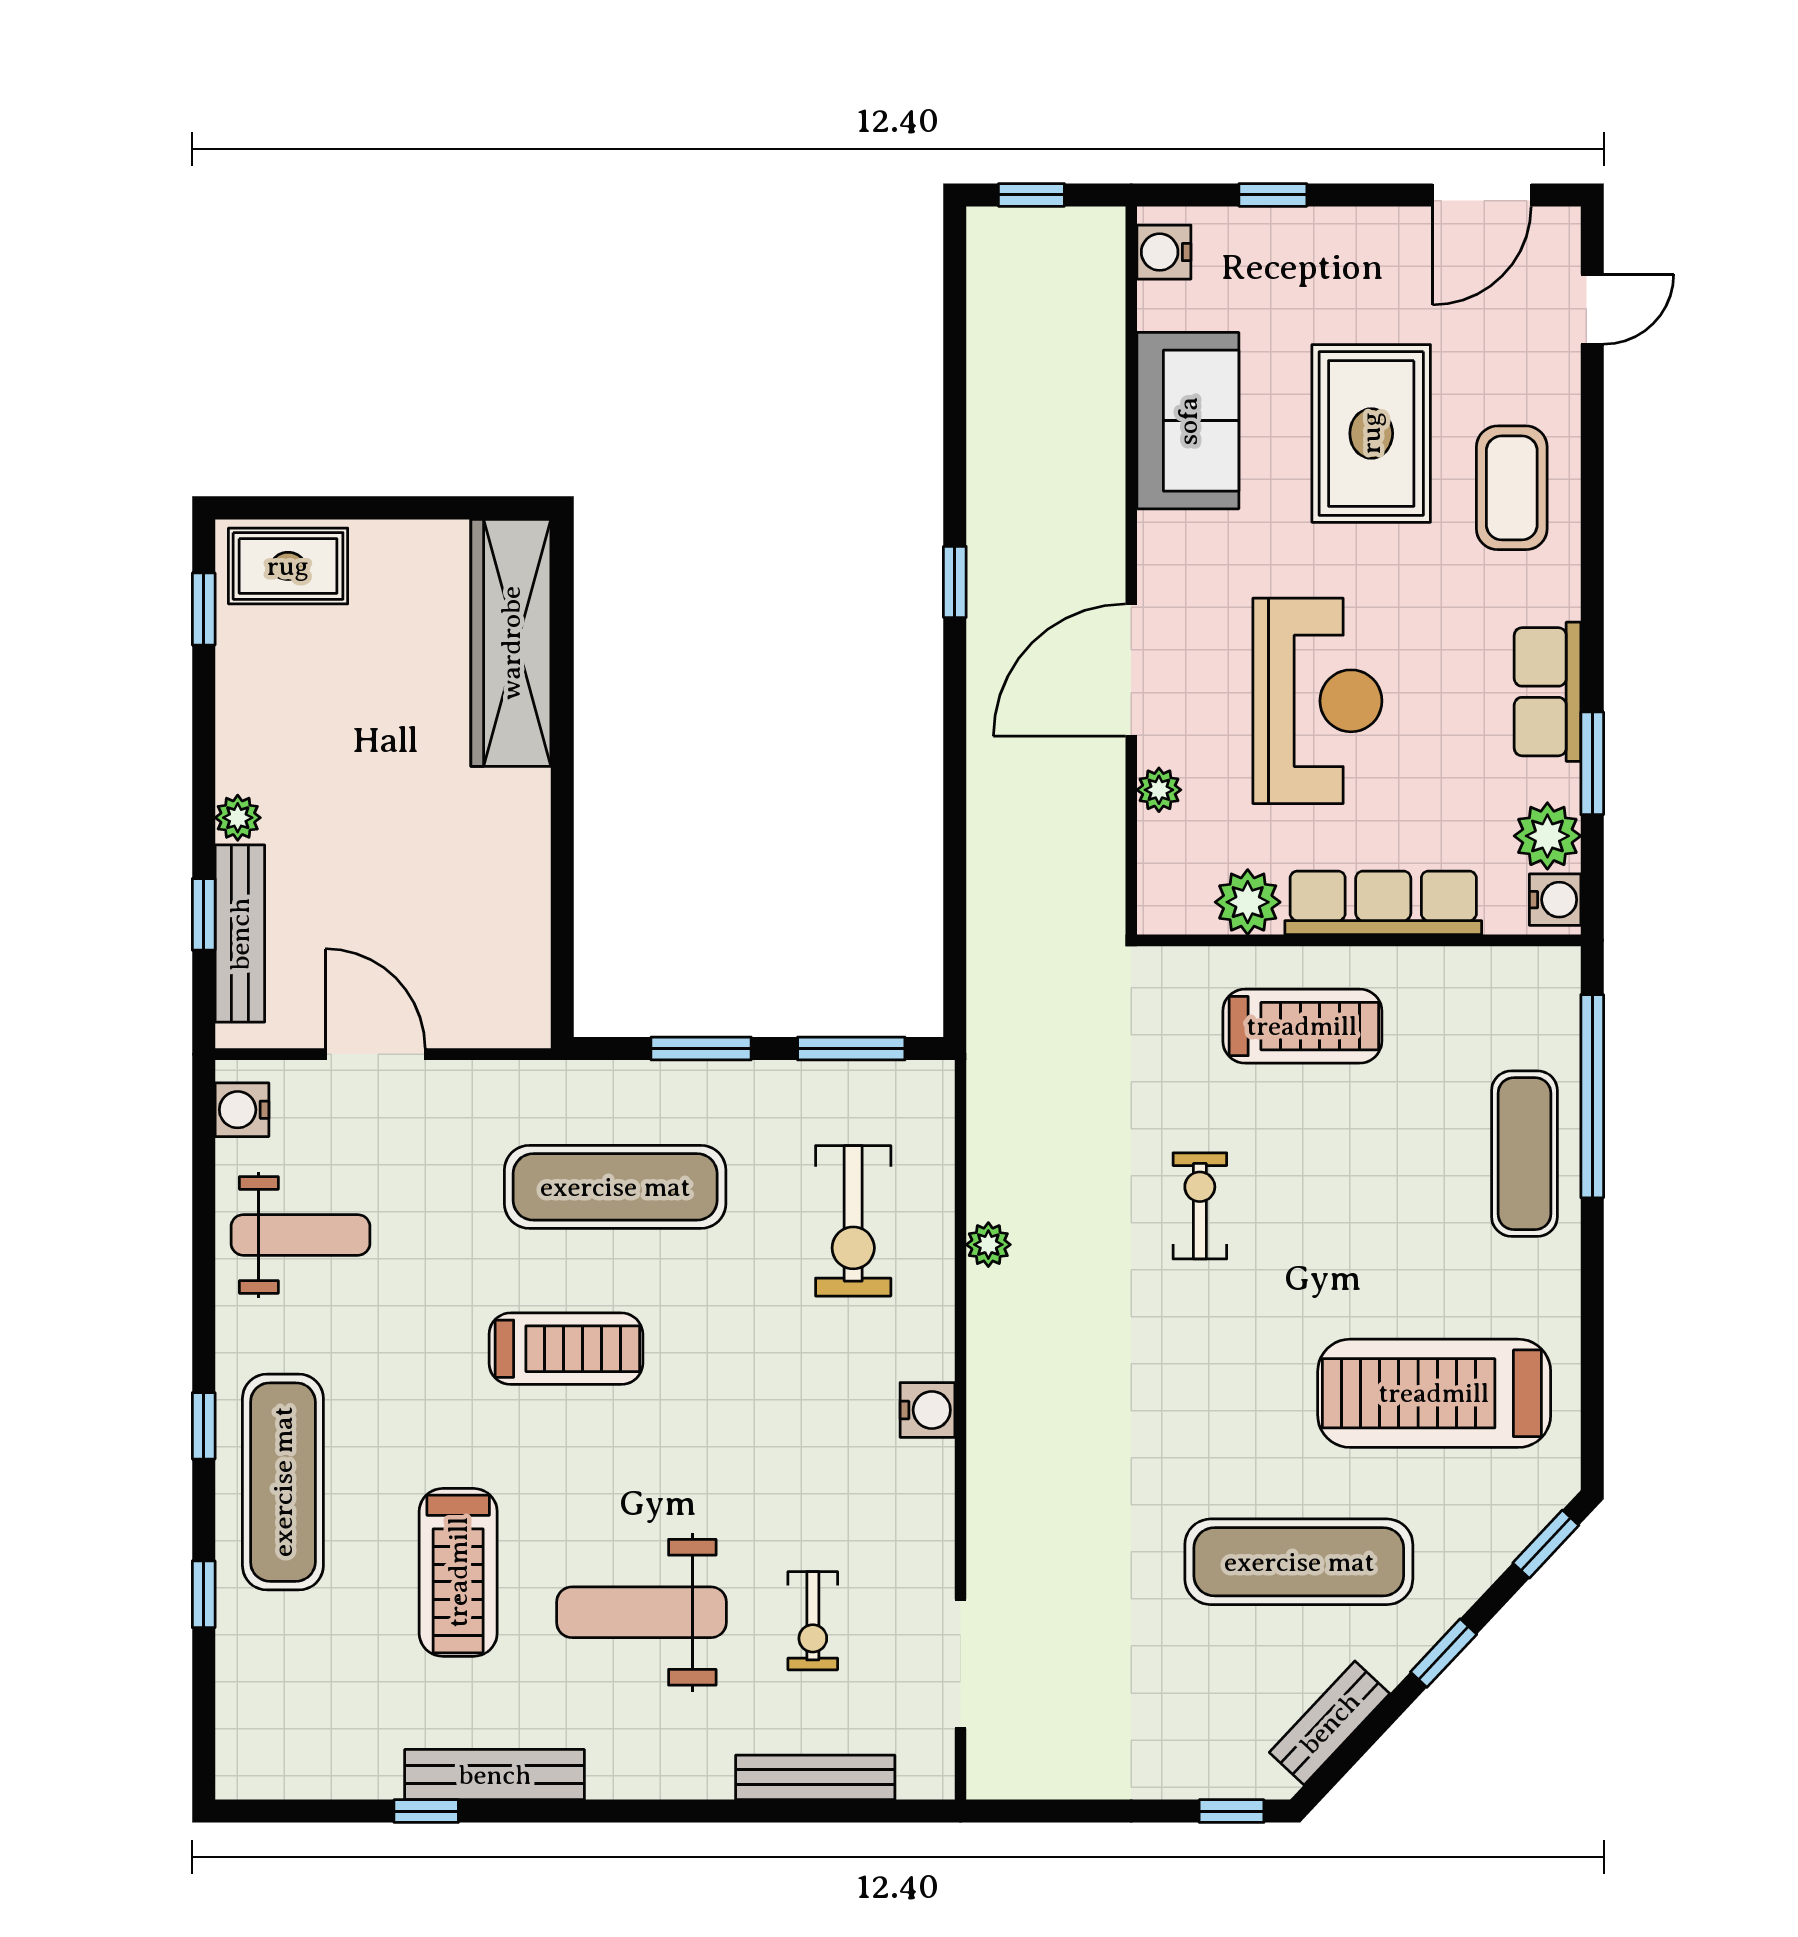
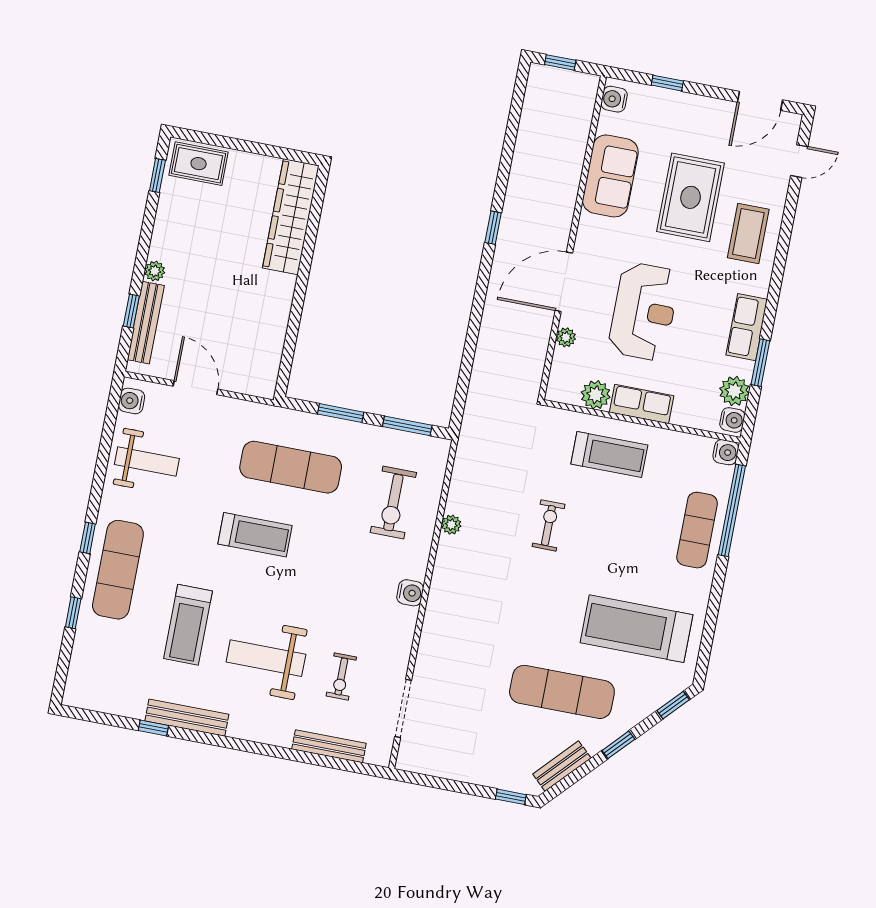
row of seats: (1383, 903) -> (642, 404), width x0.68
water cooler: (1554, 972) -> (726, 452), added

